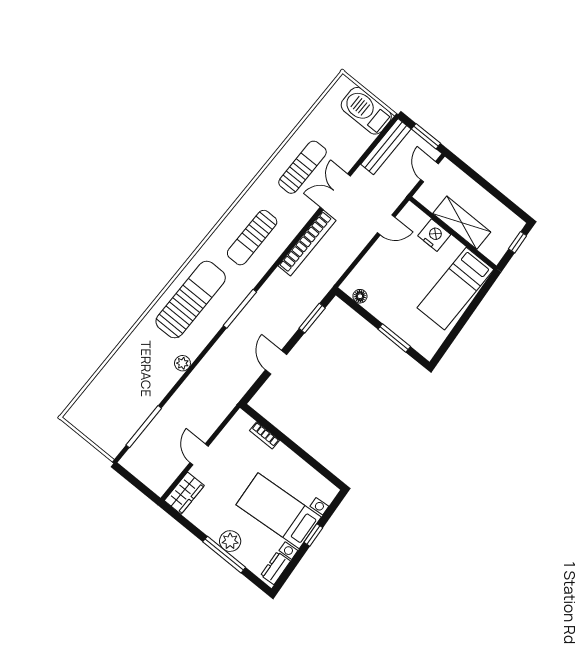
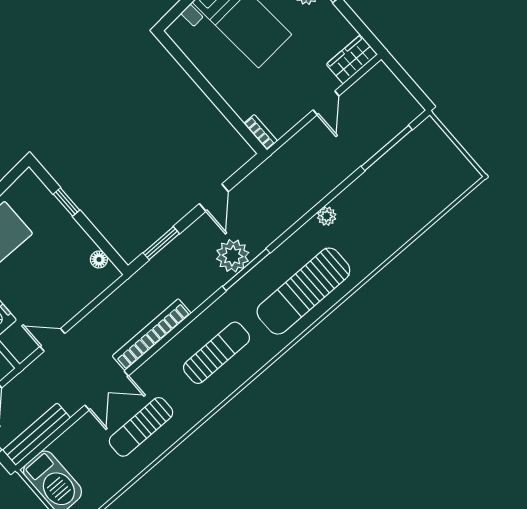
plant: (253, 318) -> (233, 256), added
window: (394, 338) -> (67, 202), width x0.67
bookcase: (264, 435) -> (261, 132), moved

